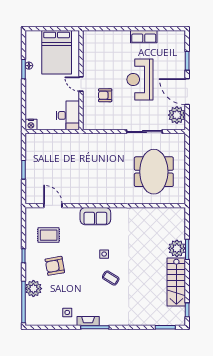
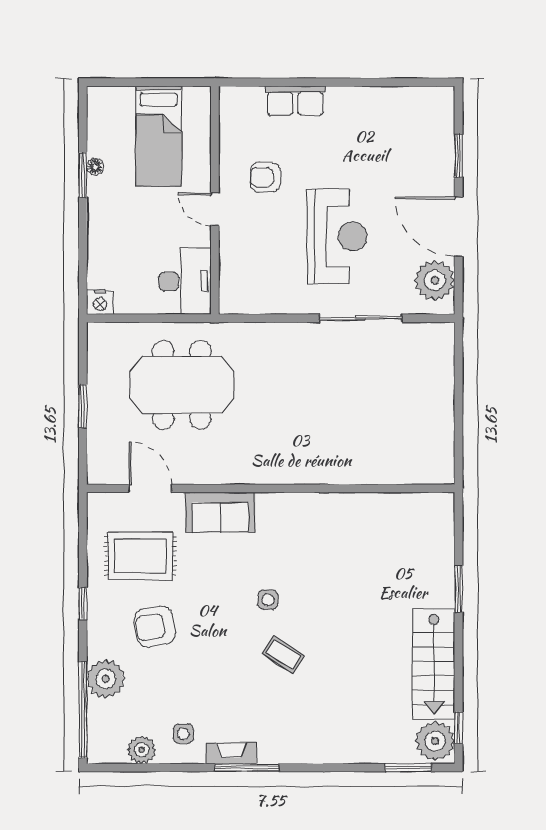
row of seats: (144, 37) -> (295, 100), moved
bed: (57, 52) -> (159, 136), width x0.67
reception desk: (140, 80) -> (337, 236), moved, turned 180
armchair: (105, 95) -> (266, 177), moved
meeting table: (154, 172) -> (182, 385), moved, turned 90
sofa: (95, 216) -> (220, 512), moved
rug: (49, 235) -> (140, 556), width x1.36, depth x1.43
plant: (177, 248) -> (435, 741), moved
plant: (49, 320) -> (142, 750), added

